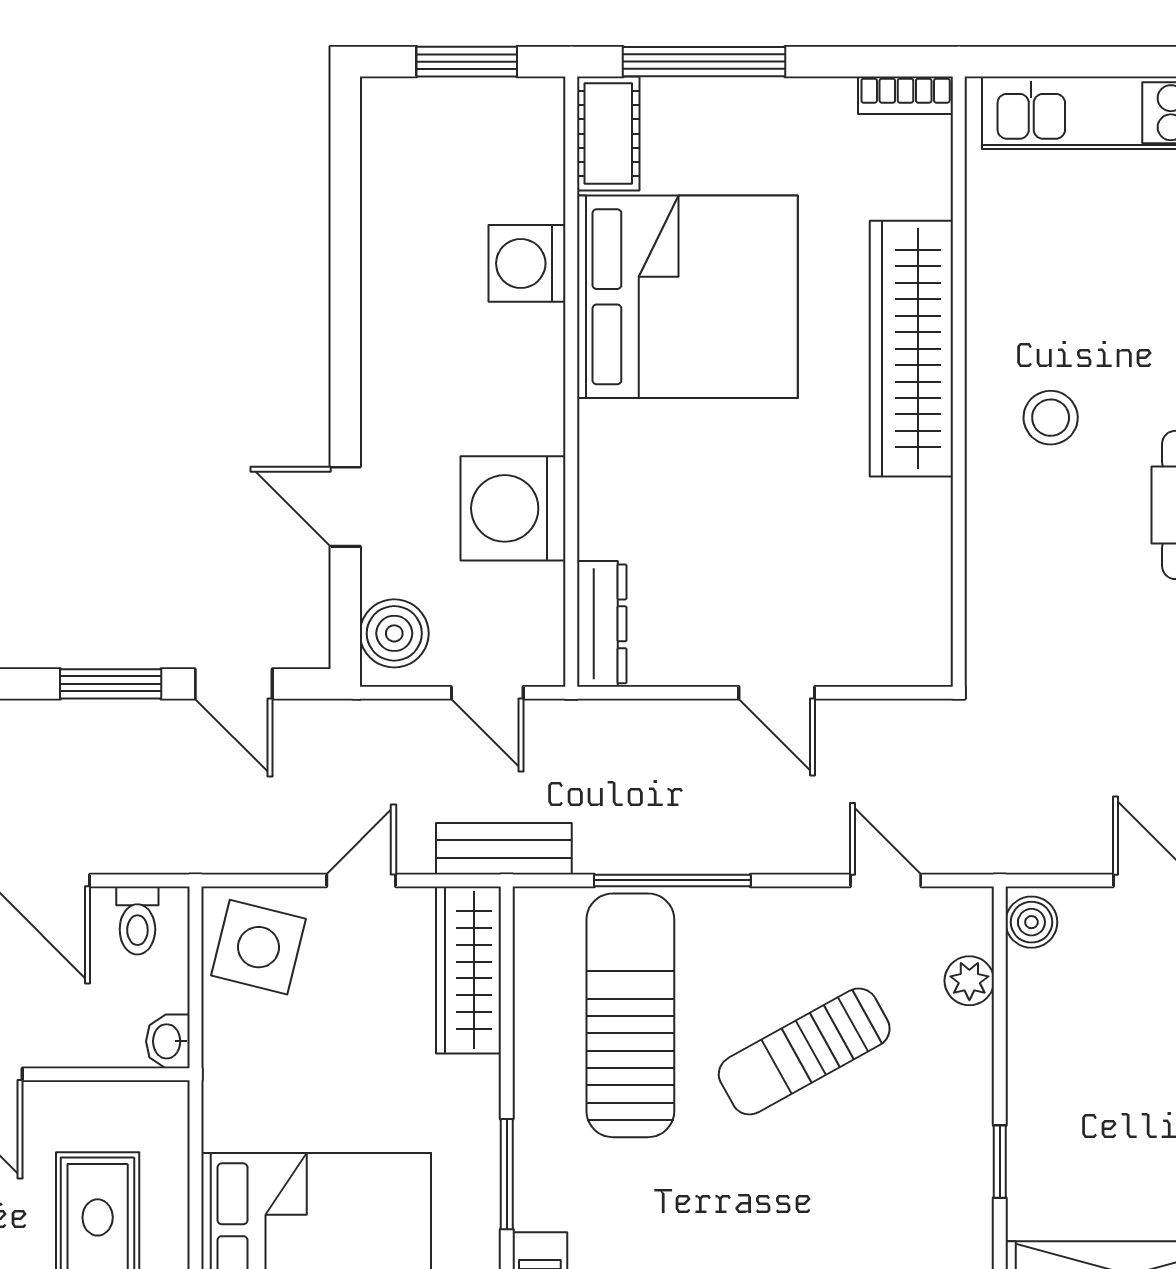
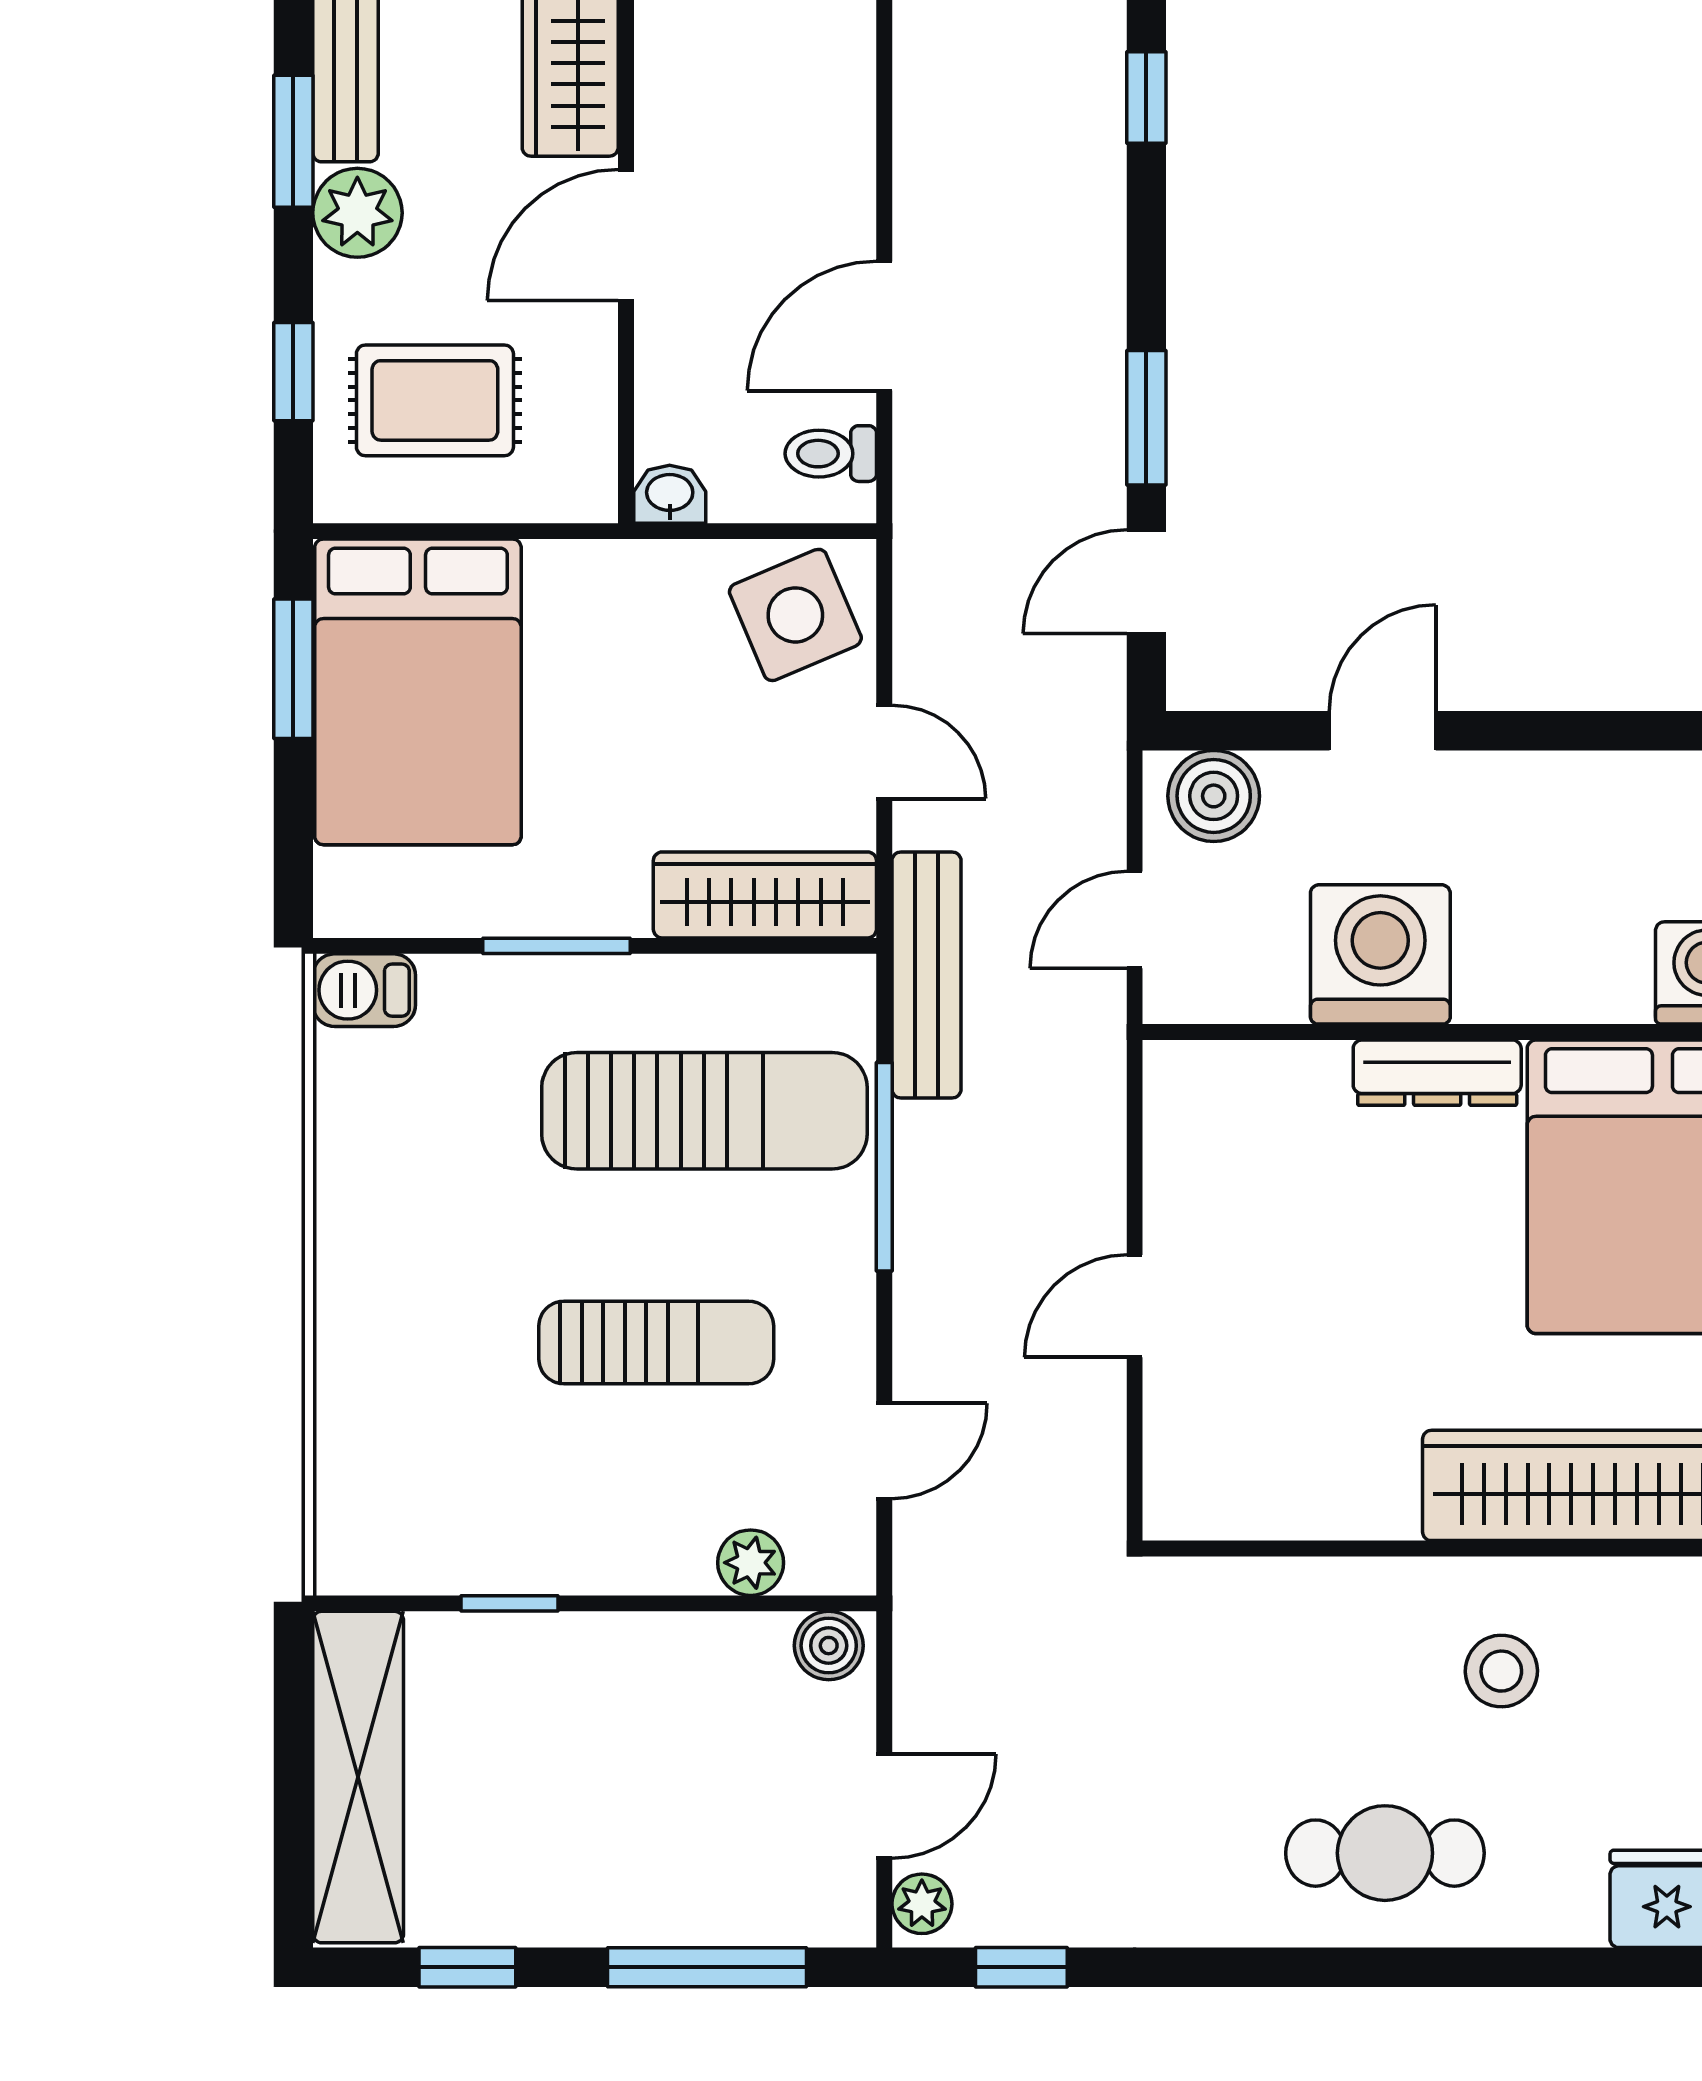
dresser: (602, 624) -> (1437, 1073), moved
bench: (504, 849) -> (927, 975), width x1.36
side table: (258, 947) -> (795, 615), turned -37
sun lounger: (804, 1051) -> (656, 1343), turned 119
window: (507, 1174) -> (556, 946), moved

